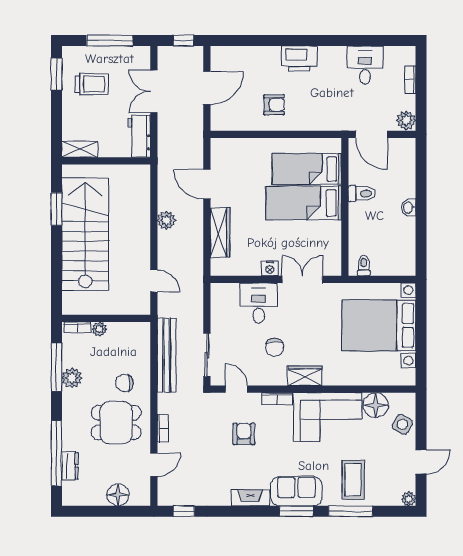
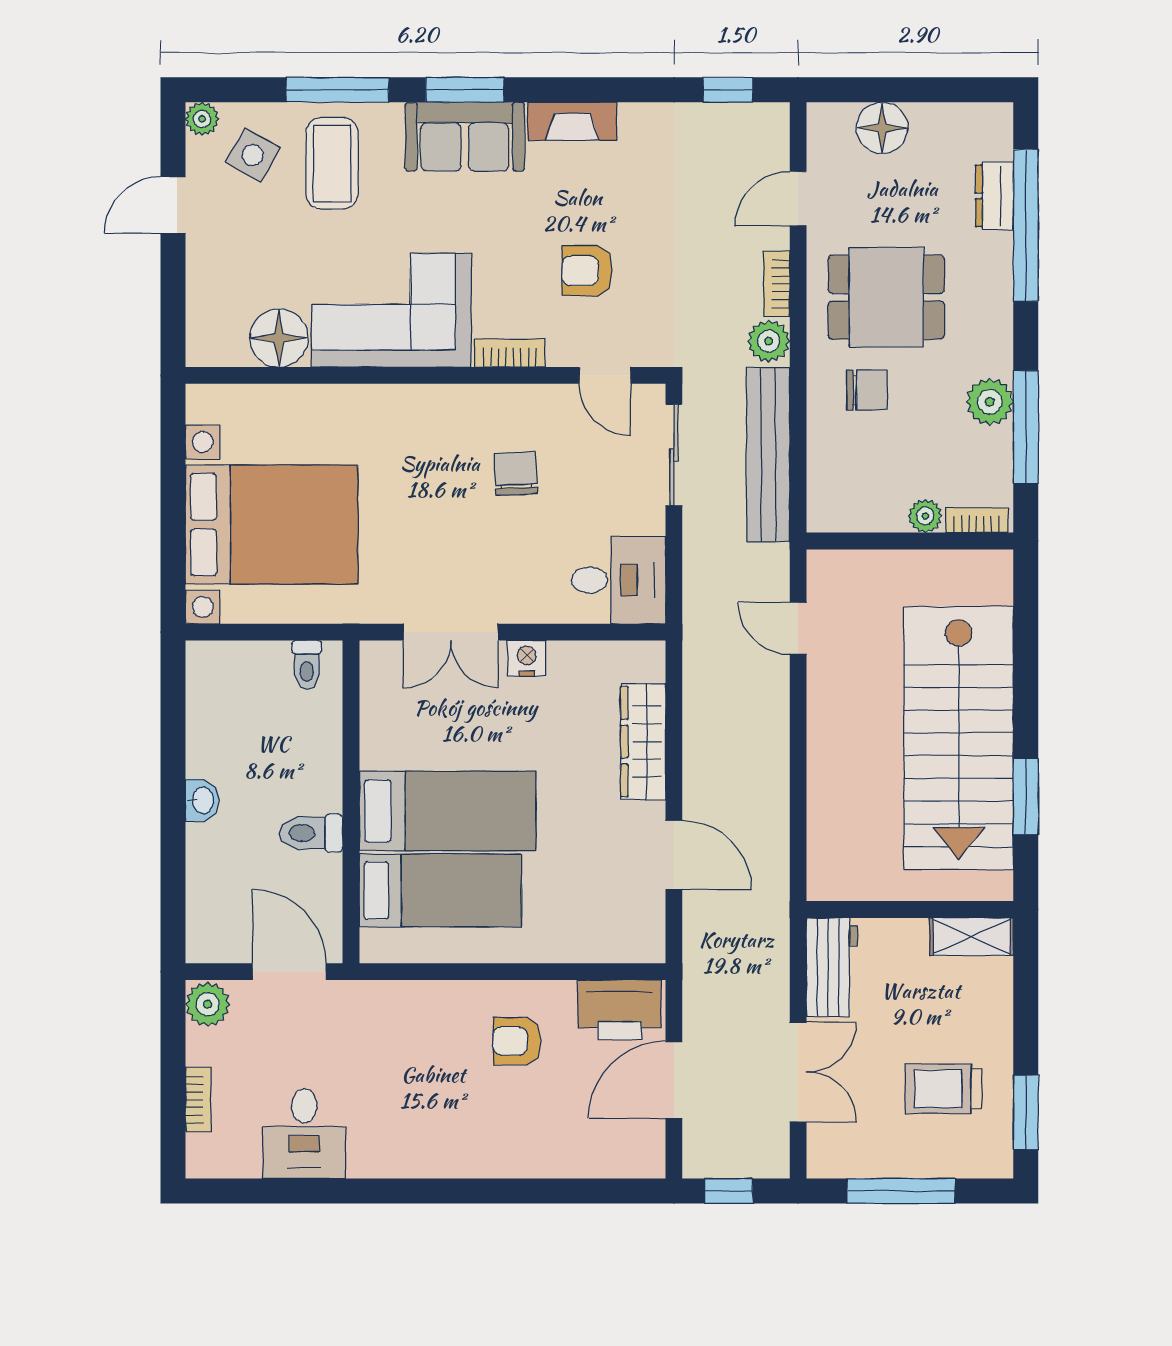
printer: (299, 59) -> (619, 1010), moved, turned 180
plant: (166, 220) -> (769, 341), moved
desk: (259, 303) -> (619, 580), moved, turned -90
wardrobe: (305, 376) -> (445, 407), removed
side table: (402, 424) -> (253, 155), moved
armchair: (244, 434) -> (587, 271), turned 90

